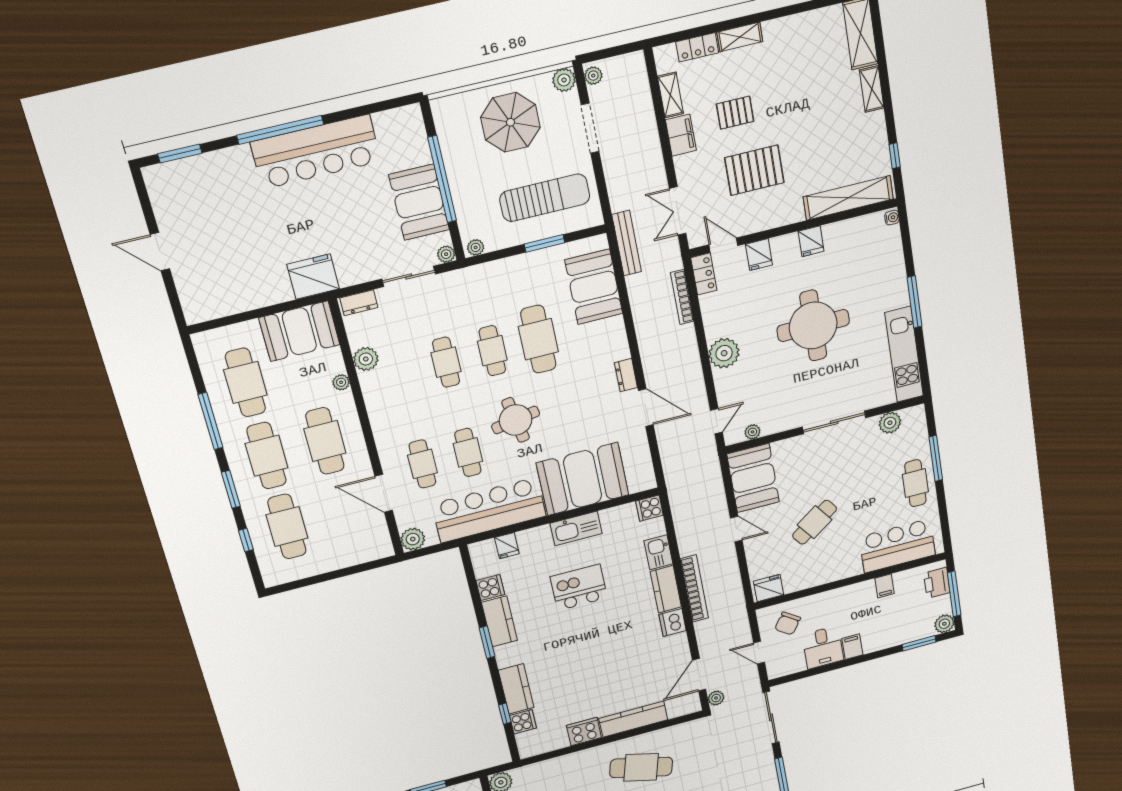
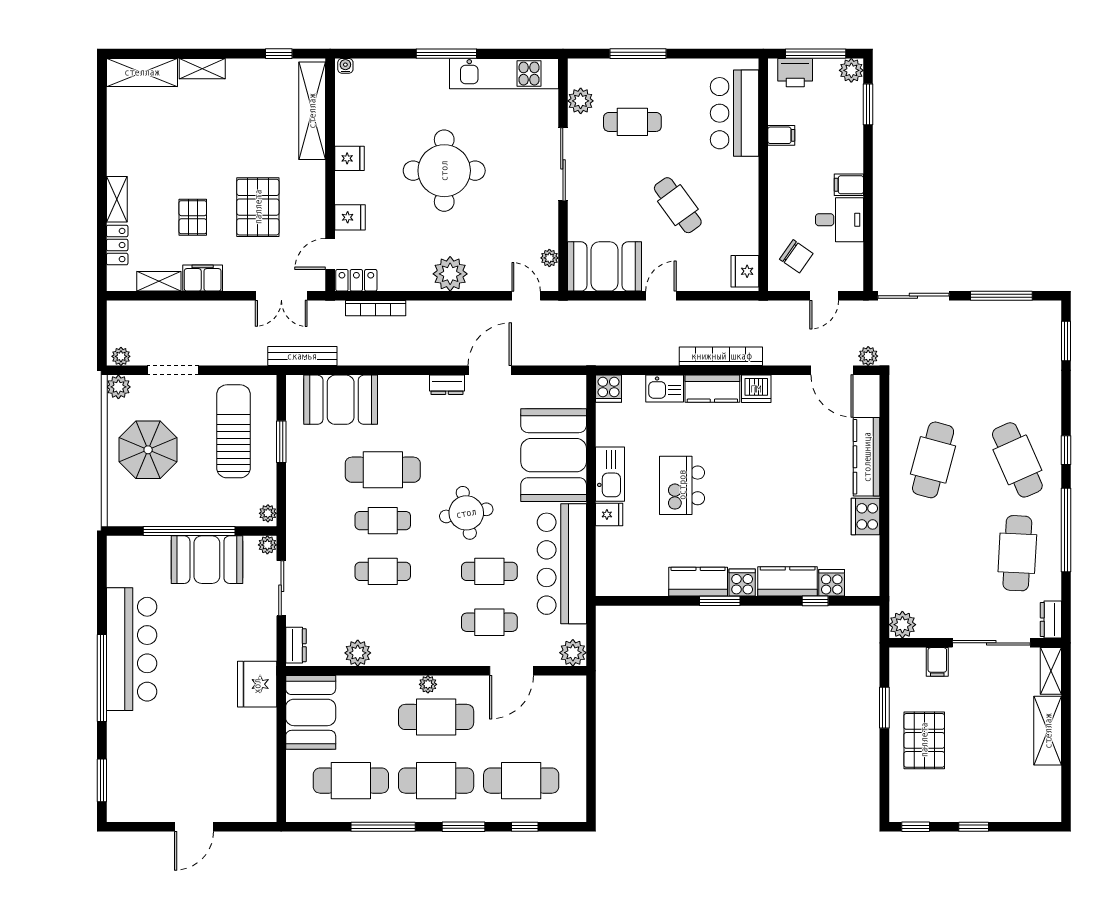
plant: (341, 382) -> (428, 684), moved
cafe table: (915, 483) -> (632, 122), moved
fridge: (507, 546) -> (609, 514), moved
cooker: (490, 588) -> (742, 583), moved

